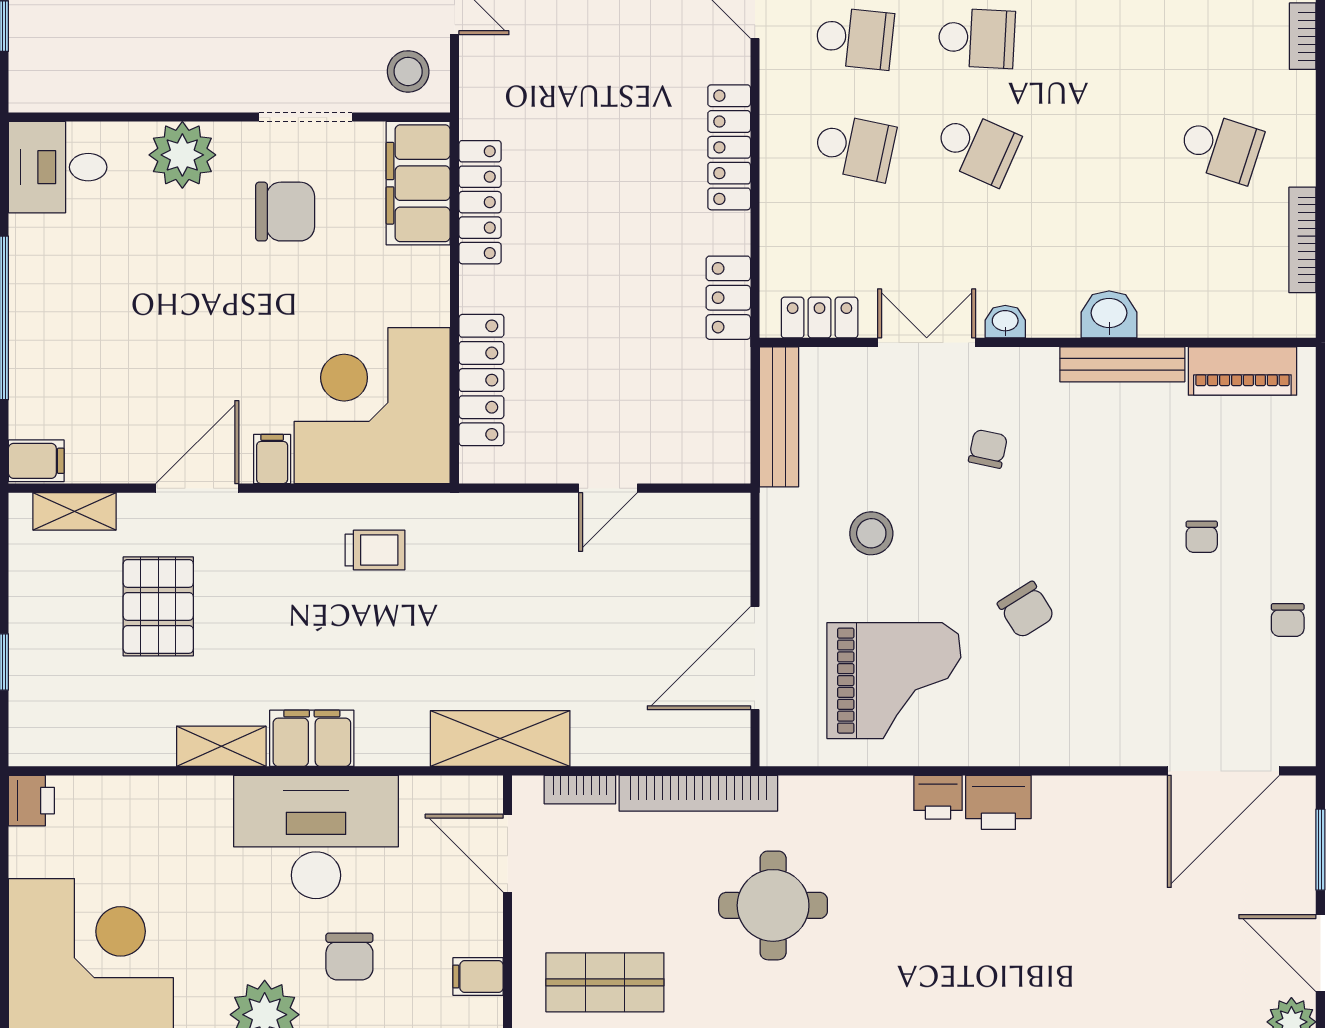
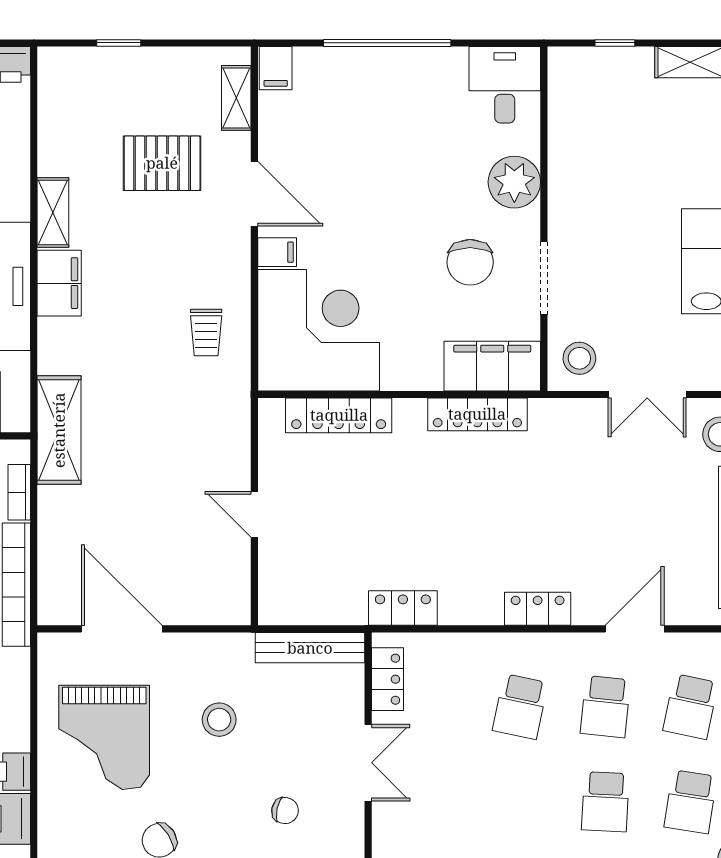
locker: (729, 147) -> (538, 609), width x0.66
school desk: (977, 147) -> (520, 802), removed
washbasin: (1005, 322) -> (384, 824), removed

